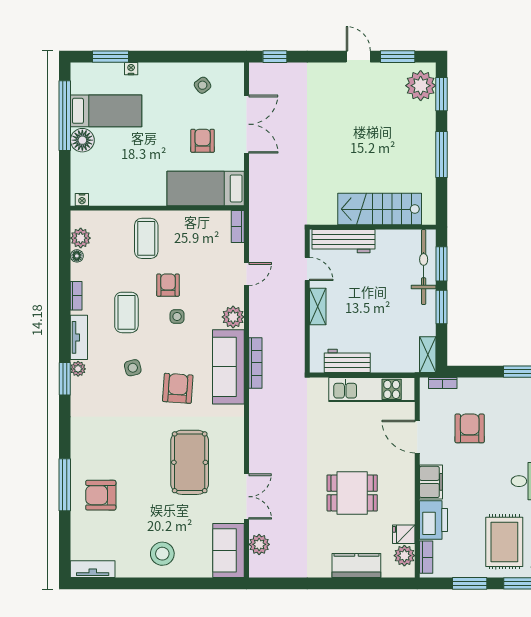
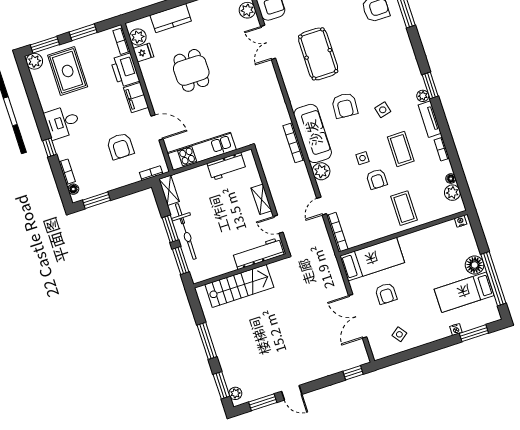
plant: (421, 86) -> (235, 393), width x0.53, depth x0.53
bookcase: (238, 226) -> (337, 232), width x1.56
bicycle: (424, 267) -> (186, 231), moved
dining table: (352, 493) -> (191, 70), turned 90

